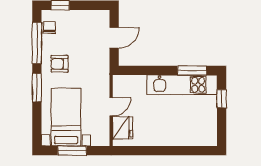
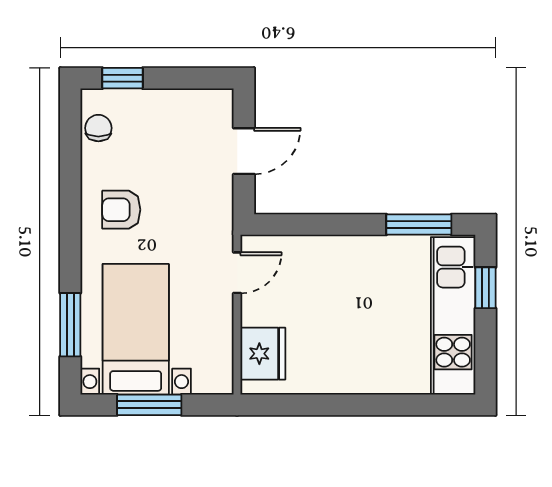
window: (37, 43) -> (70, 163), removed
kitchen unit: (182, 85) -> (453, 316), moved, turned 90
window: (37, 88) -> (70, 325), moved
door: (111, 107) -> (237, 273), moved

